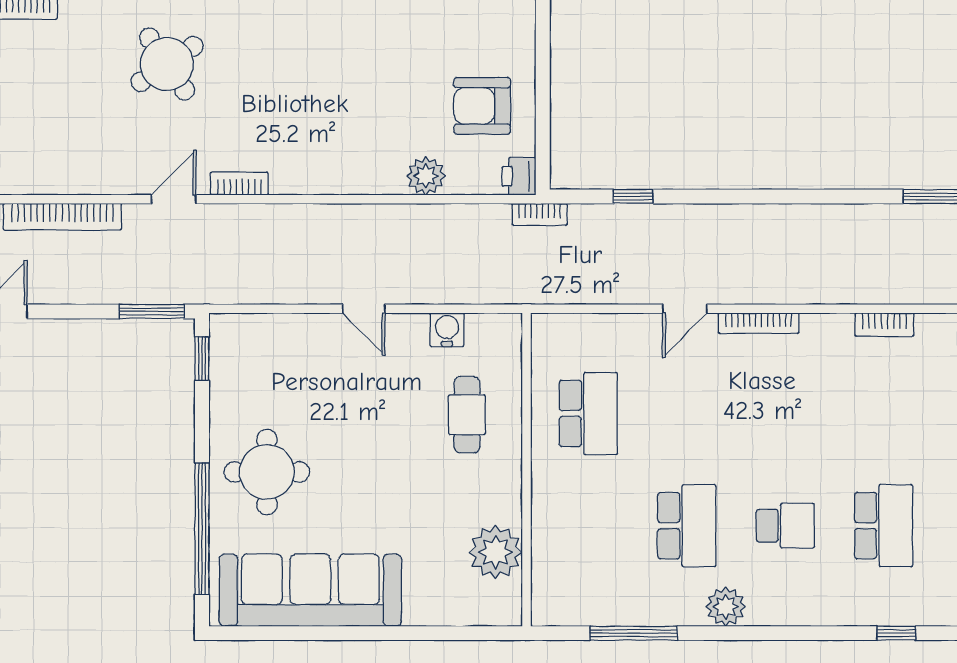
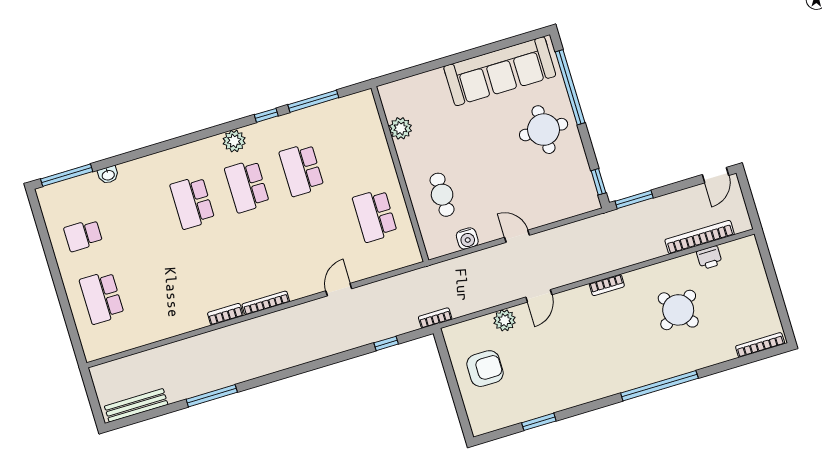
round table: (167, 64) -> (678, 310), moved
printer: (519, 176) -> (709, 258), moved, turned 90
door: (174, 199) -> (539, 296), moved
bookcase: (759, 323) -> (266, 303), moved
school desk: (785, 526) -> (247, 186), width x1.85
plant: (496, 552) -> (401, 128), width x0.73, depth x0.73
plant: (726, 607) -> (234, 141), moved
window: (896, 633) -> (266, 115), moved

